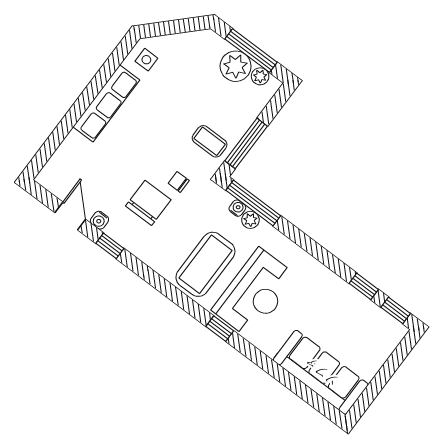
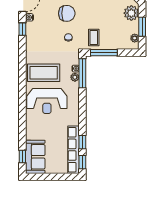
window: (251, 51) -> (142, 27), width x0.69
plant: (236, 66) -> (131, 13), moved
chair: (148, 203) -> (67, 13), moved
row of seats: (365, 310) -> (73, 150), added
window: (220, 329) -> (22, 157), moved
sofa: (321, 372) -> (35, 157), width x0.73

